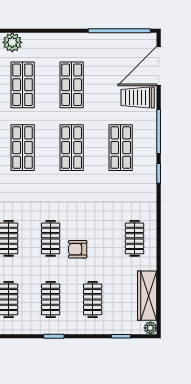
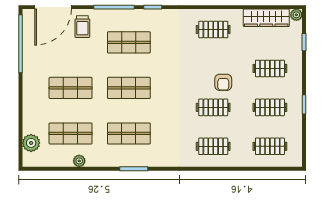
door: (159, 66) -> (53, 7), hinge flipped
trolley: (138, 97) -> (82, 27), width x0.73, depth x0.72

